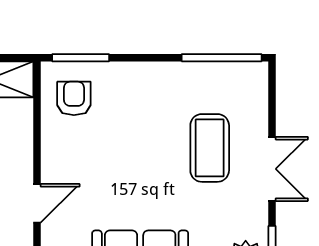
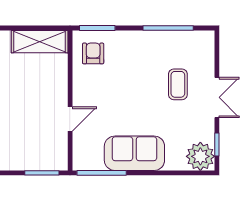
window: (222, 58) -> (168, 28), moved
coffee table: (210, 148) -> (178, 84), width x0.73, depth x0.77

